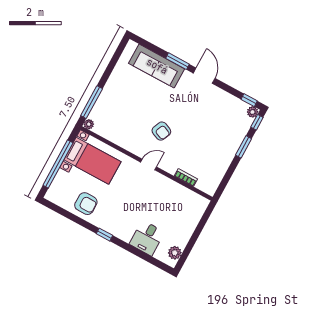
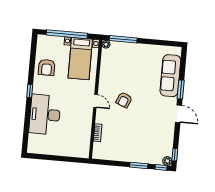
door: (204, 76) -> (179, 114), hinge flipped
desk: (147, 238) -> (45, 115), width x1.87, depth x1.30
plant: (175, 253) -> (39, 149), removed

